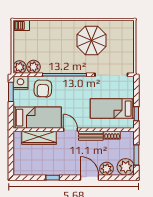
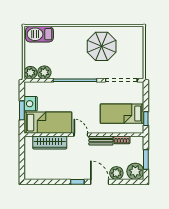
barbecue: (22, 25) -> (39, 34), width x1.88, depth x1.53
nightstand: (20, 83) -> (31, 104), moved, turned -90
armchair: (43, 89) -> (54, 94), removed
window: (11, 92) -> (22, 110), moved
window: (53, 178) -> (77, 182), moved

